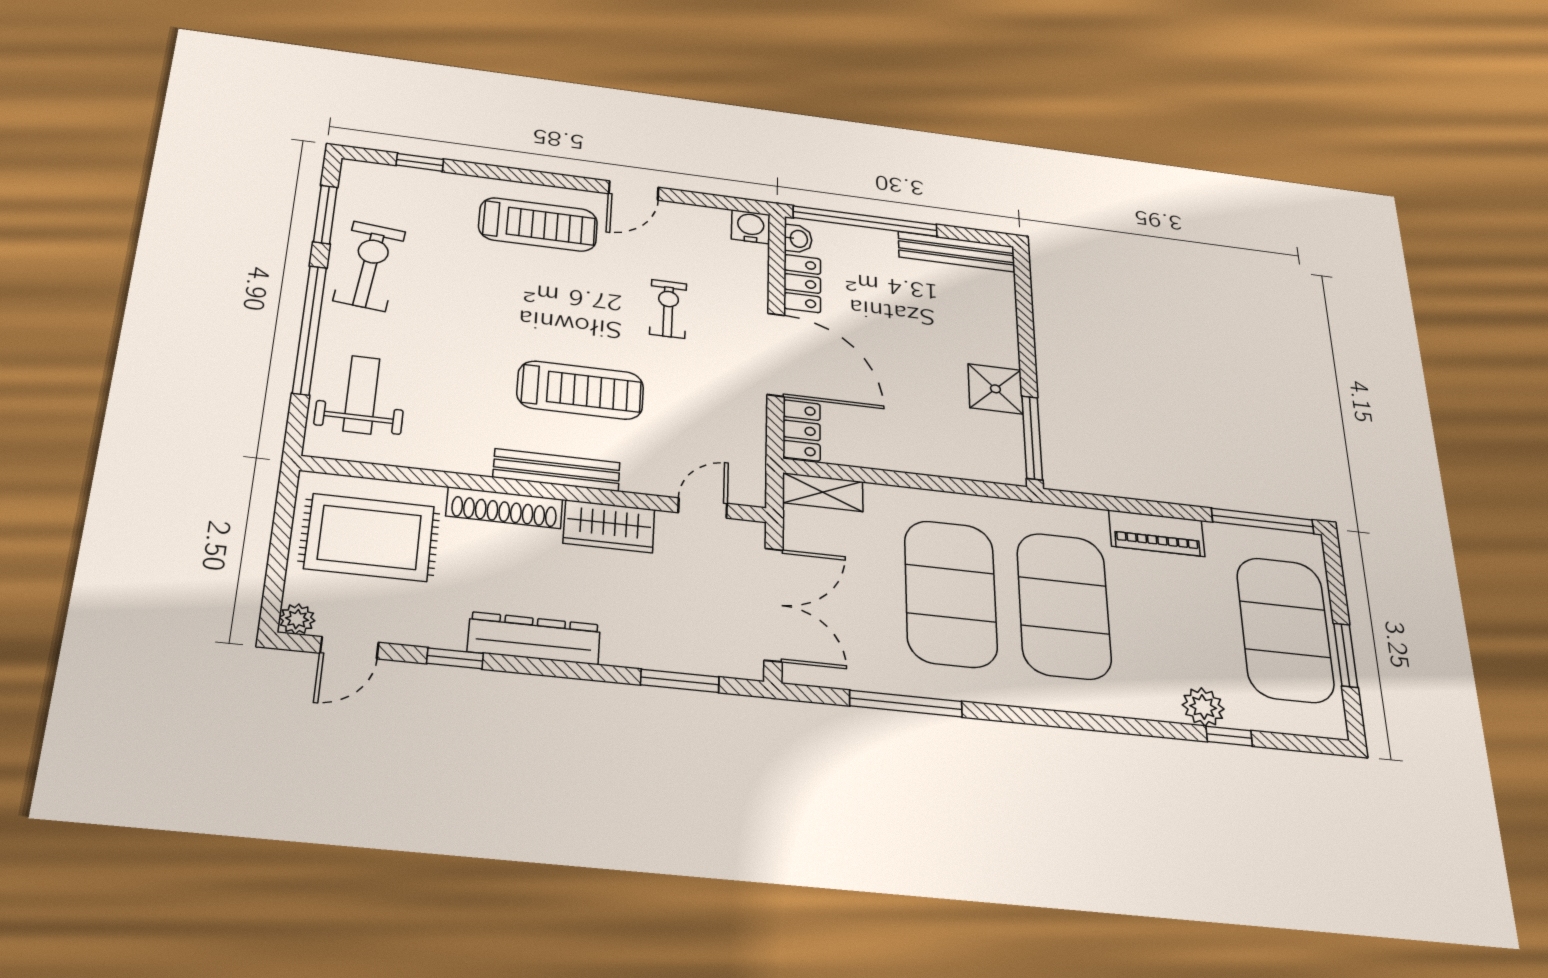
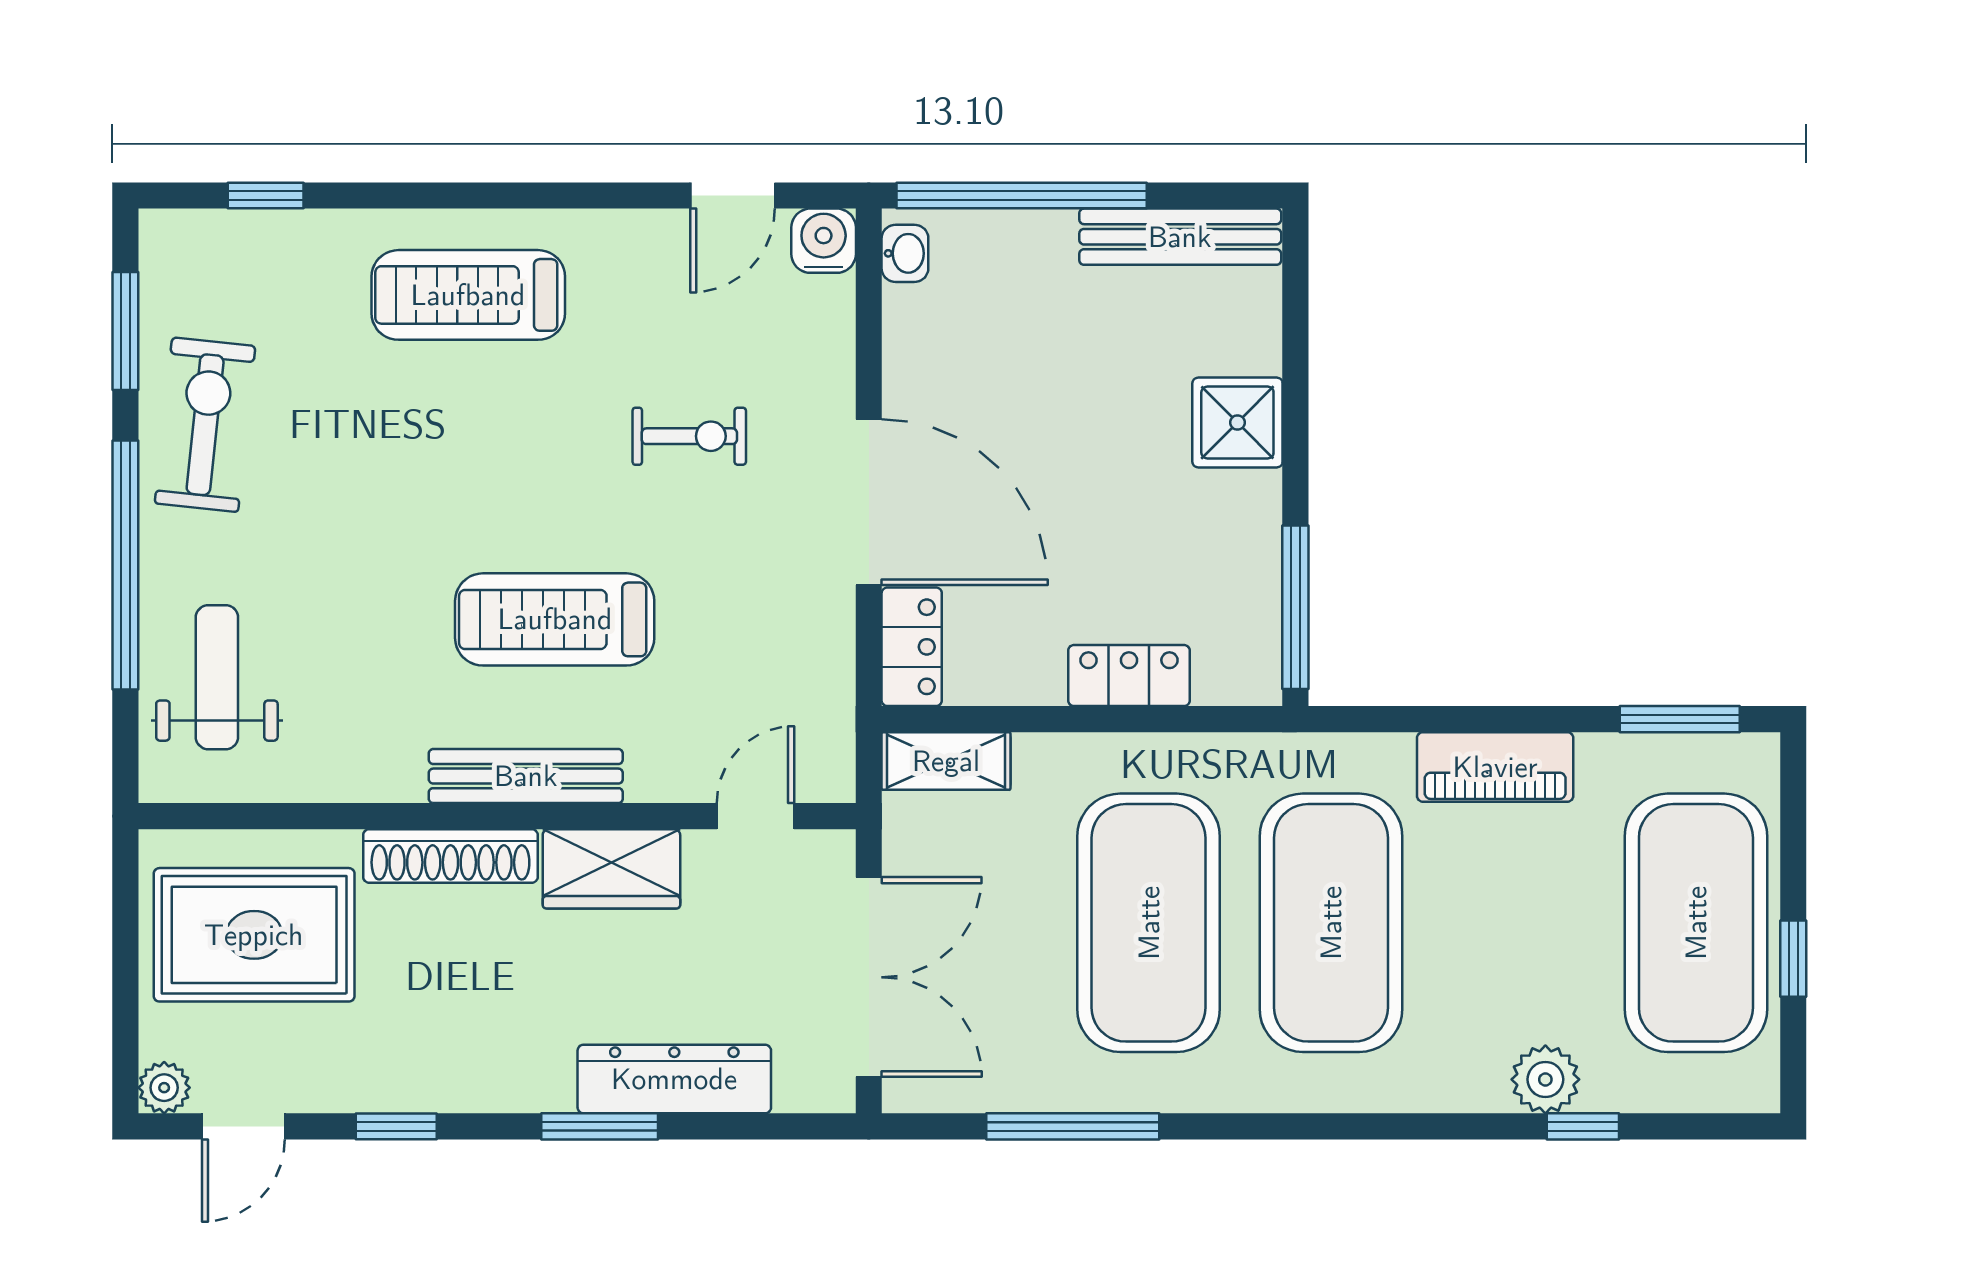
door: (634, 191) -> (733, 196), moved
treadmill: (538, 224) -> (468, 295), turned 180
locker: (802, 283) -> (1129, 676), moved, turned -90
exercise bike: (668, 309) -> (689, 436), turned 90
shower: (995, 389) -> (1237, 422), moved
treadmill: (580, 390) -> (555, 619), turned 180
window: (1263, 521) -> (1680, 719), width x0.69
dresser: (534, 638) -> (674, 1079), moved
window: (1346, 655) -> (1793, 959), width x0.67
window: (680, 681) -> (600, 1126), moved

